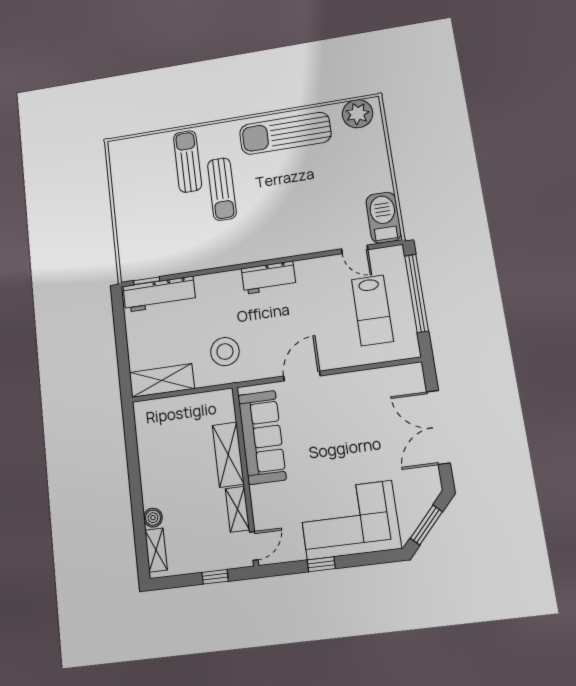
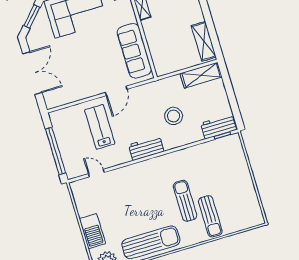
barbecue: (384, 218) -> (92, 231), moved
workbench: (159, 294) -> (219, 126), width x0.73
lab bench: (372, 310) -> (100, 127), moved
stool: (225, 352) -> (174, 116), moved
shelving: (228, 455) -> (204, 41), moved

